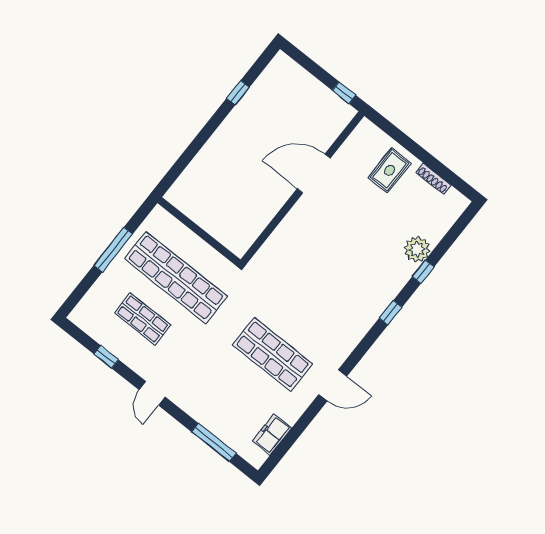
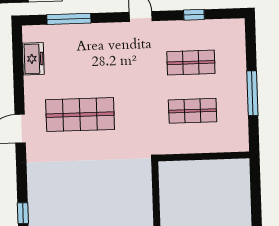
shop shelf: (176, 277) -> (193, 111), width x0.50, depth x0.74

